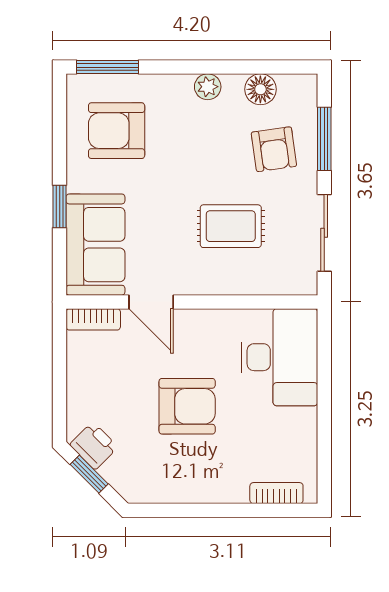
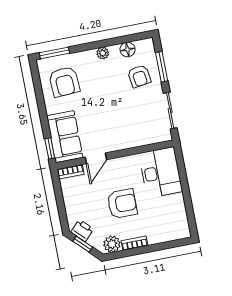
armchair: (117, 131) -> (64, 82), turned -93
window: (60, 206) -> (50, 148), moved
rug: (231, 226) -> (126, 116), removed
door: (151, 302) -> (96, 158), hinge flipped
plant: (150, 486) -> (112, 244), added
bookcase: (276, 493) -> (134, 243), moved

